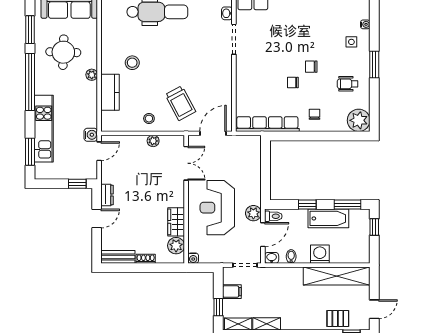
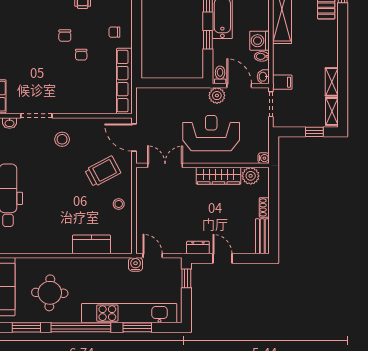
stool: (132, 63) -> (62, 139), moved
plant: (92, 75) -> (73, 263), removed
kitchen unit: (44, 129) -> (129, 313), width x1.36
plant: (153, 141) -> (142, 200), removed
window: (30, 152) -> (137, 327), moved
reception desk: (217, 208) -> (211, 133), turned 180
wardrobe: (176, 222) -> (219, 176), width x1.50
washing machine: (320, 254) -> (259, 41), moved
filing cabinet: (232, 292) -> (282, 82), moved, turned 90

